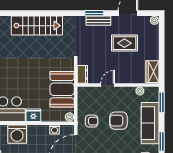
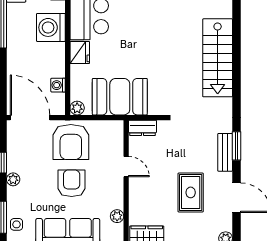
armchair: (92, 121) -> (71, 142), width x1.88, depth x1.88

